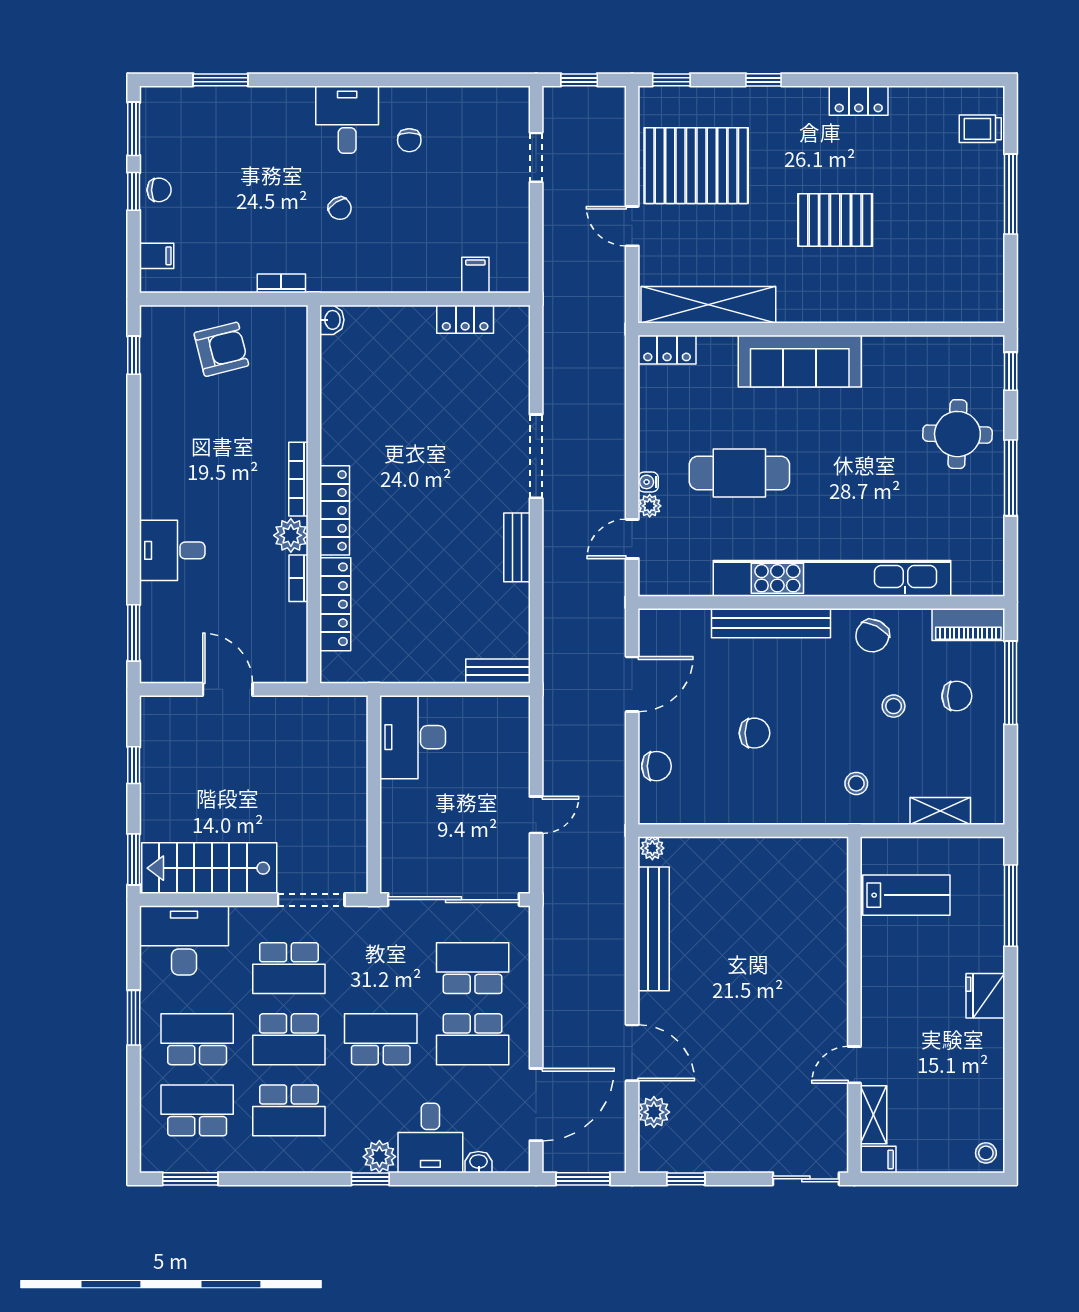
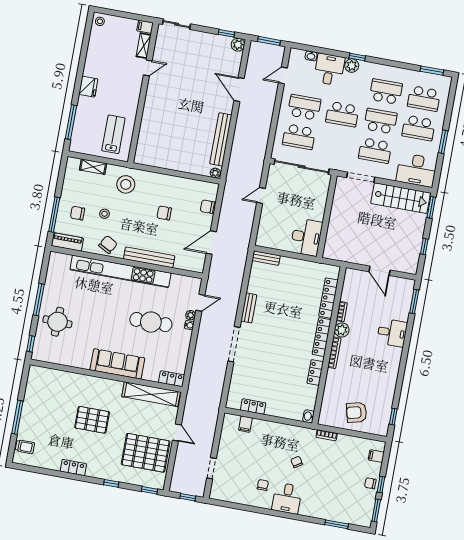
locker: (334, 425) -> (315, 373), added
stool: (856, 783) -> (126, 184), width x1.89, depth x1.89
lab bench: (906, 895) -> (113, 134), turned 90
school desk: (289, 968) -> (375, 151), turned 180
door: (536, 1105) -> (283, 75), width x0.53
plant: (654, 1112) -> (238, 45), moved

